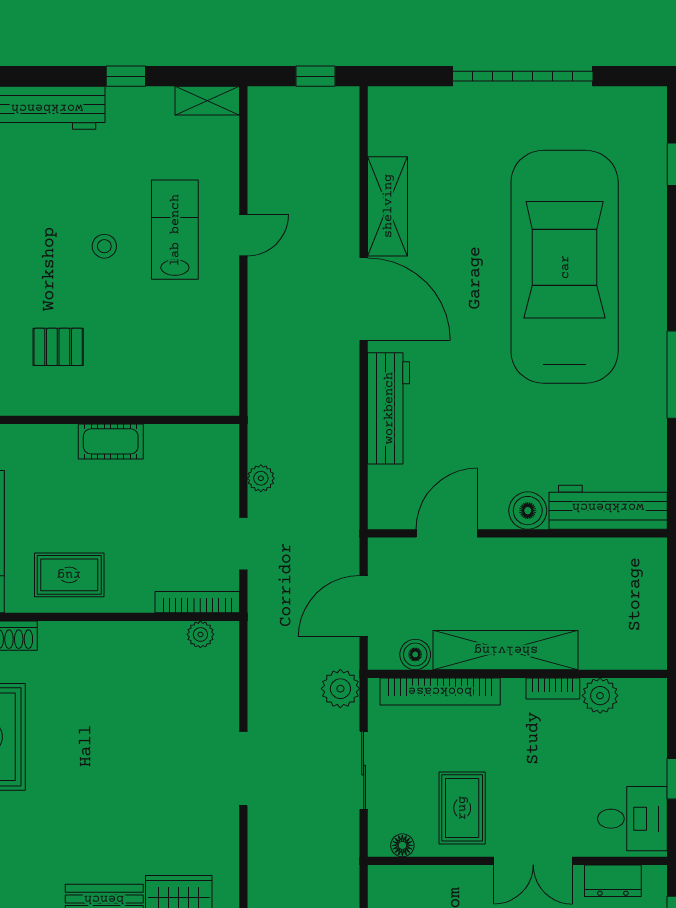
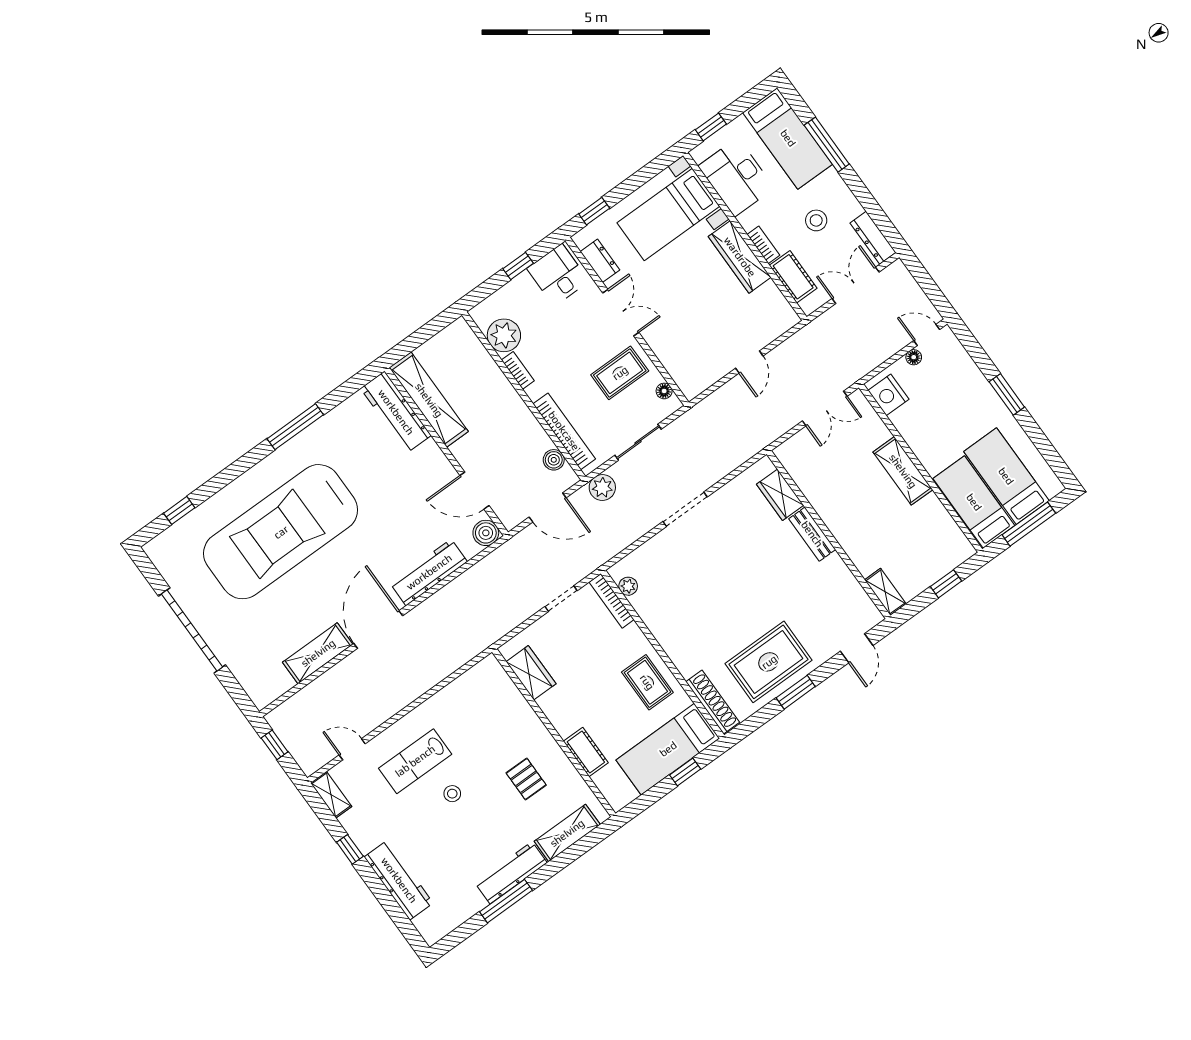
door: (243, 235) -> (352, 749), moved
cot: (111, 441) -> (586, 752), moved
wardrobe: (181, 444) -> (531, 673), added
plant: (261, 478) -> (518, 615), removed
boiler: (528, 511) -> (486, 533), moved
shelving: (506, 650) -> (429, 400), moved
plant: (600, 696) -> (504, 335), width x1.36, depth x1.36

